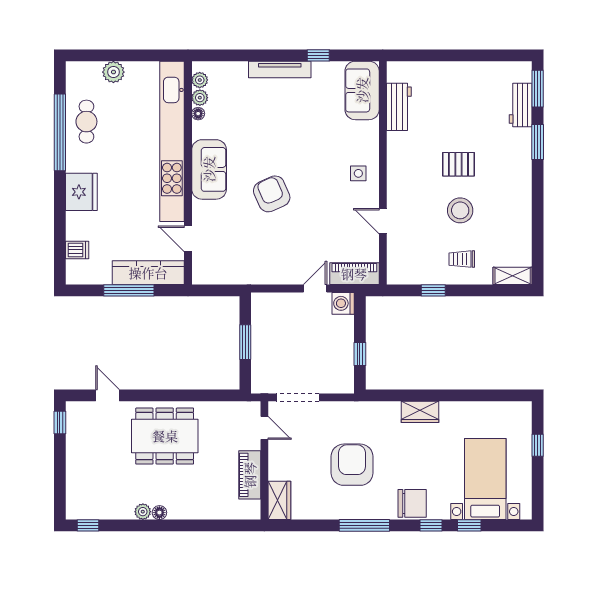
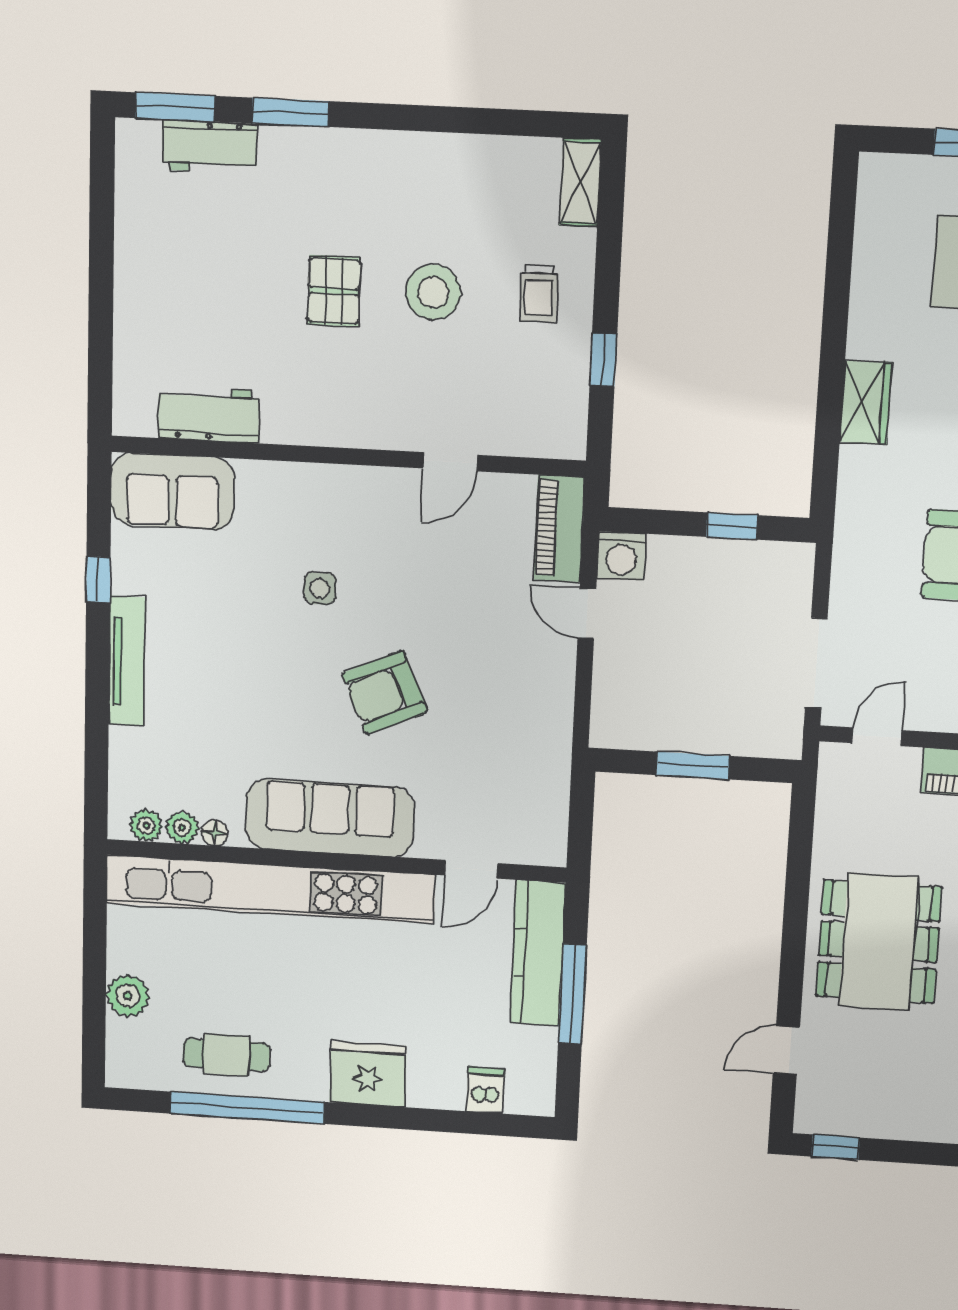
sofa: (209, 169) -> (330, 818), width x1.36
side table: (358, 173) -> (320, 588), moved

